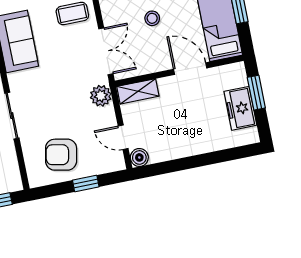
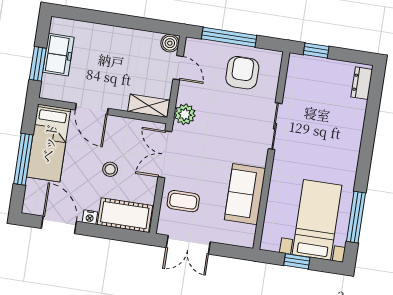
armchair: (61, 155) -> (242, 73), turned -101
window: (86, 183) -> (229, 37), width x2.17

